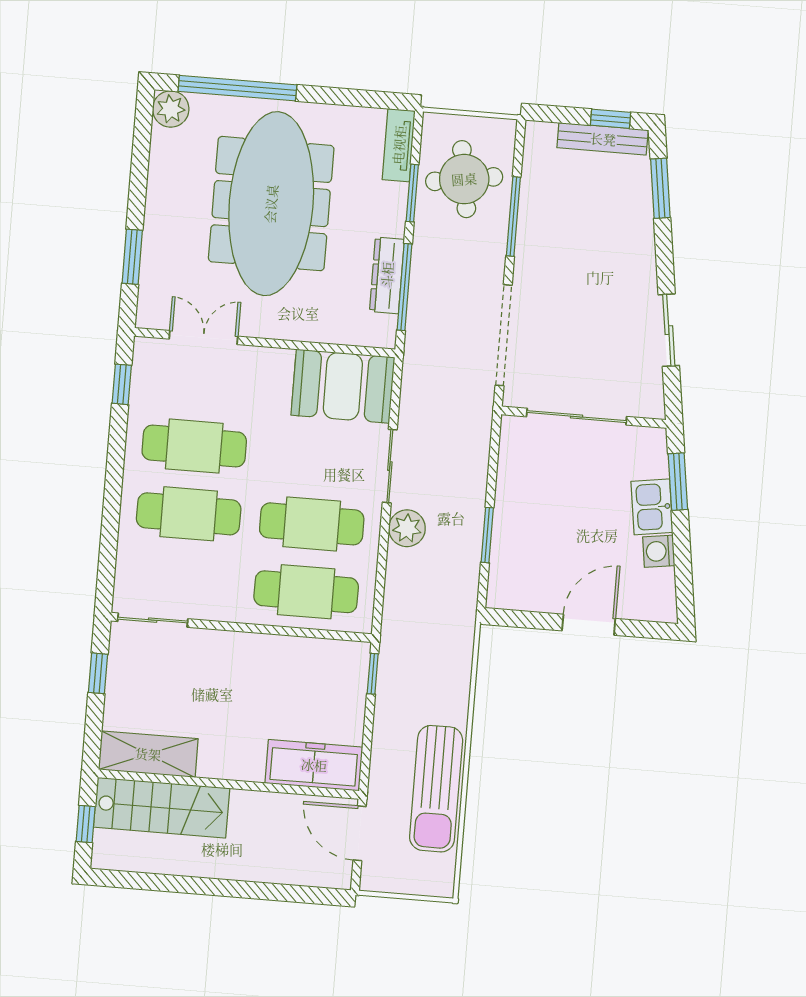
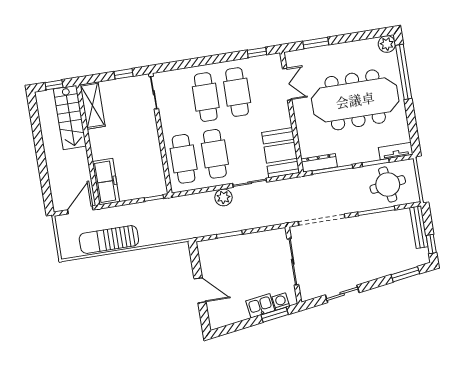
bench: (603, 139) -> (419, 227), moved
dresser: (387, 275) -> (319, 163), moved
washing machine: (659, 551) -> (281, 301), moved

